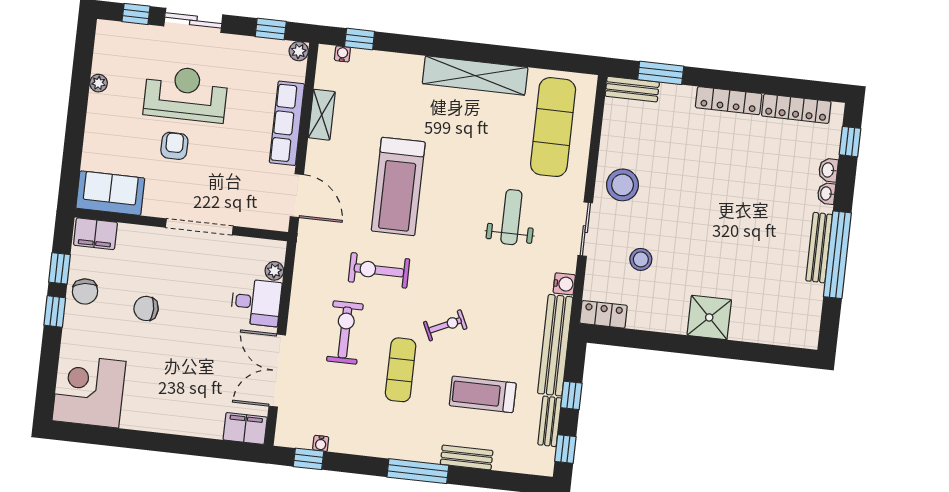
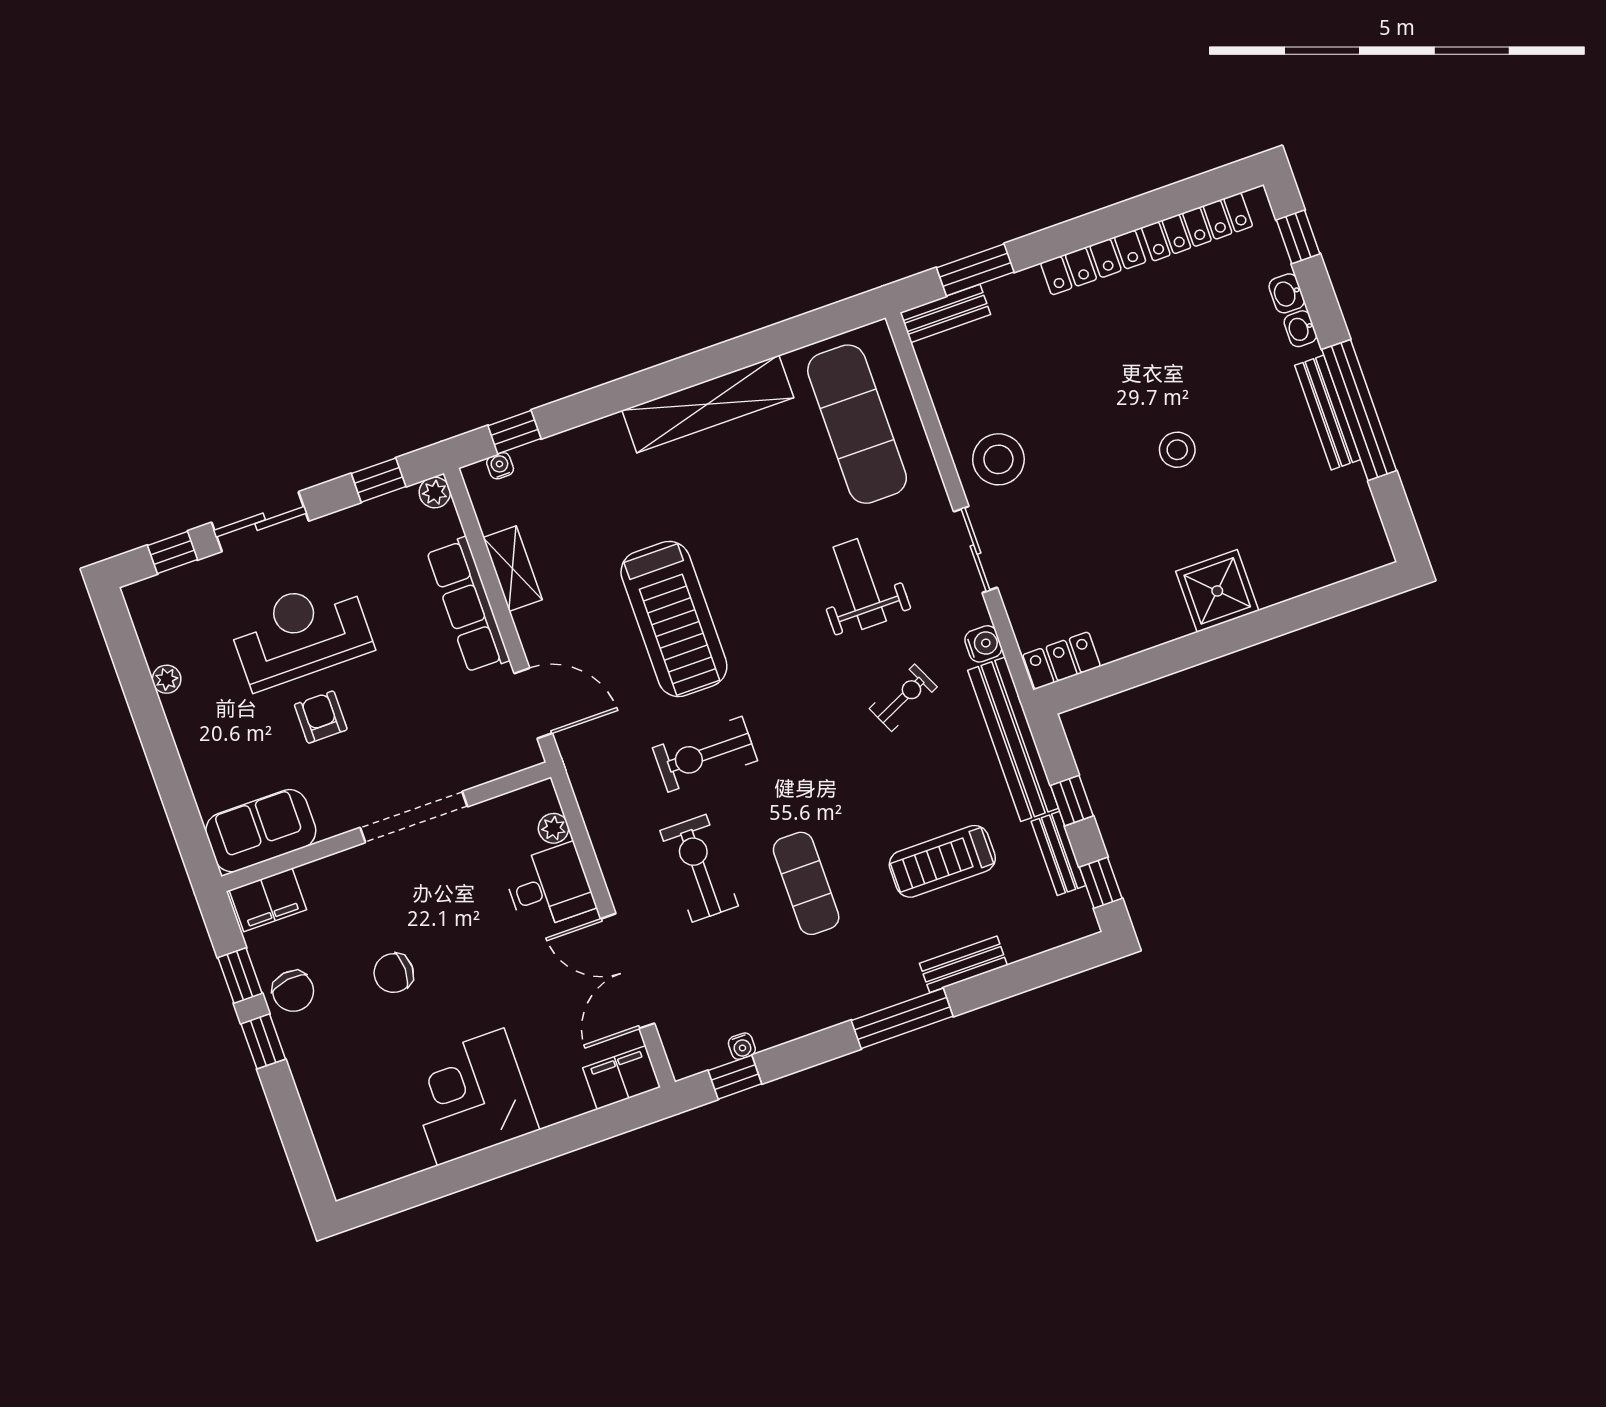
stool: (641, 259) -> (1177, 450), moved
exercise bike: (445, 325) -> (903, 698), moved
corner desk: (89, 391) -> (471, 1097), moved

